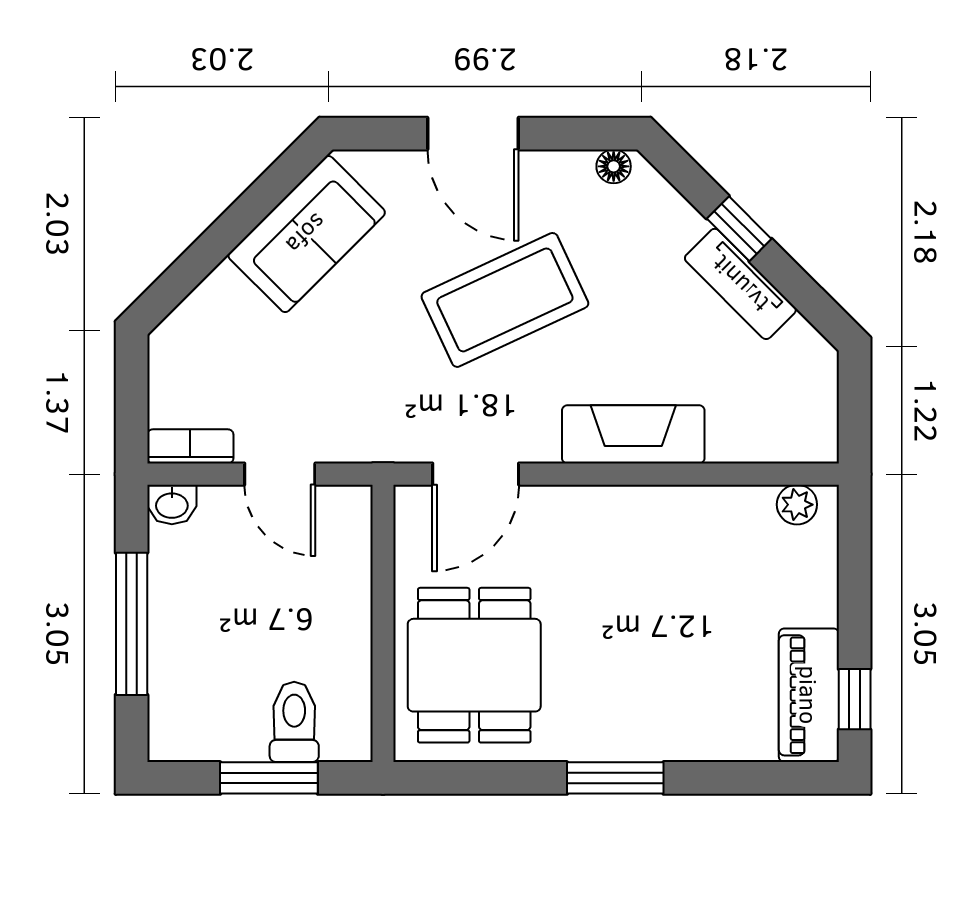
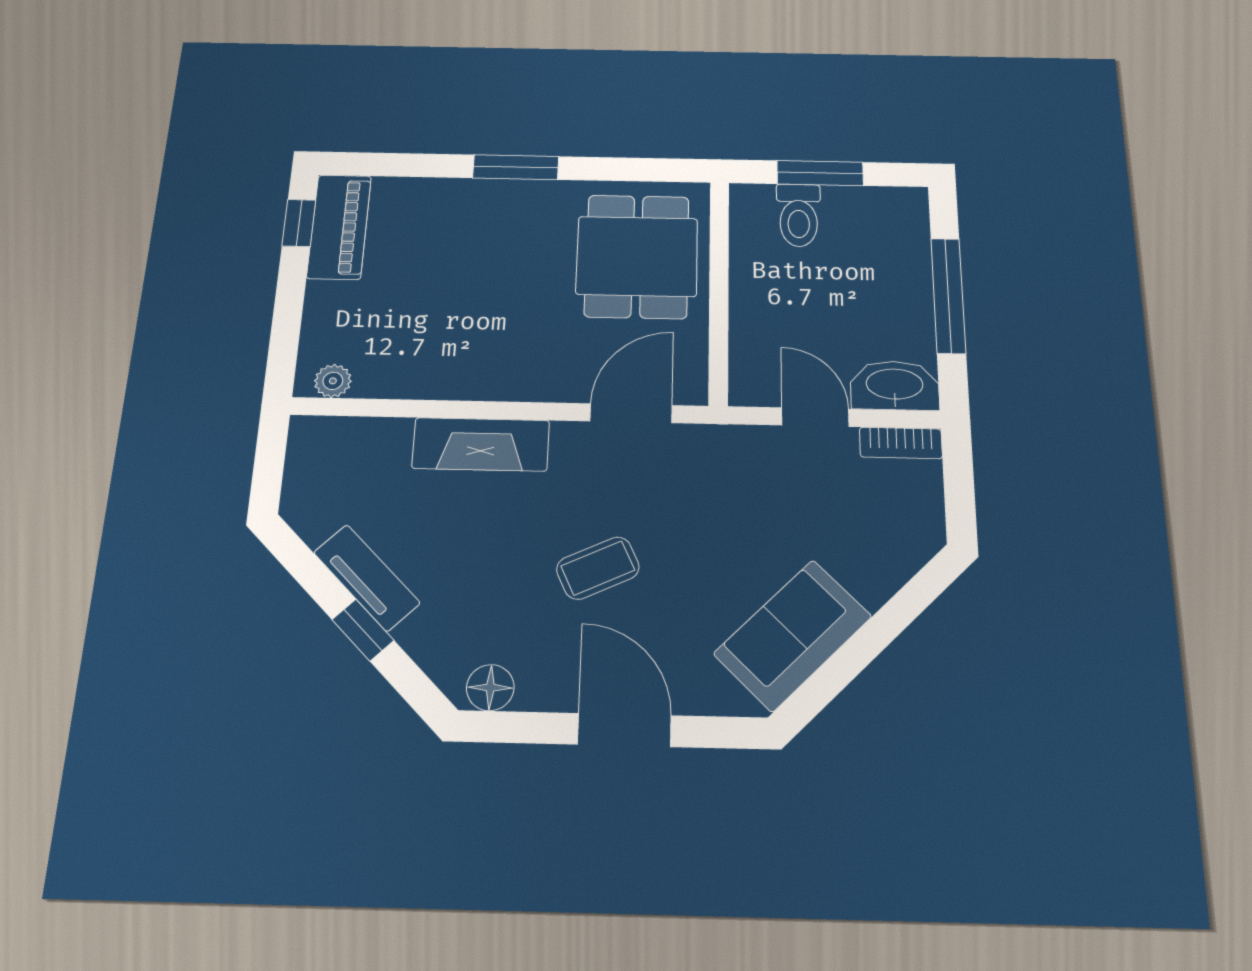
floor lamp: (614, 166) -> (490, 688), width x1.37, depth x1.37
coffee table: (505, 300) -> (598, 568), width x0.54, depth x0.58
washbasin: (172, 504) -> (895, 385), width x1.91, depth x1.45

